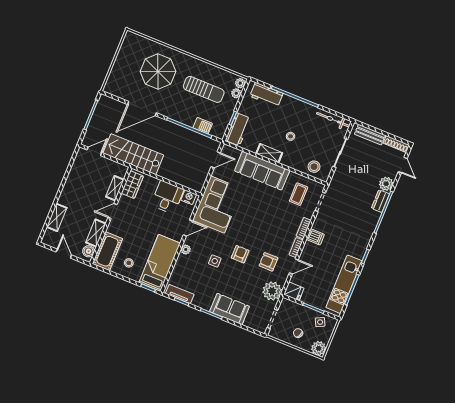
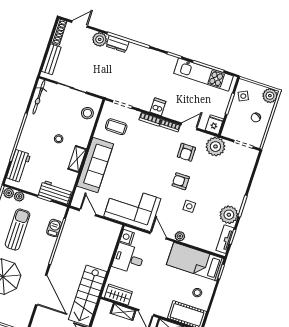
door: (294, 266) -> (189, 126), hinge flipped
plant: (204, 300) -> (229, 215), added
sofa: (230, 309) -> (236, 188), removed

